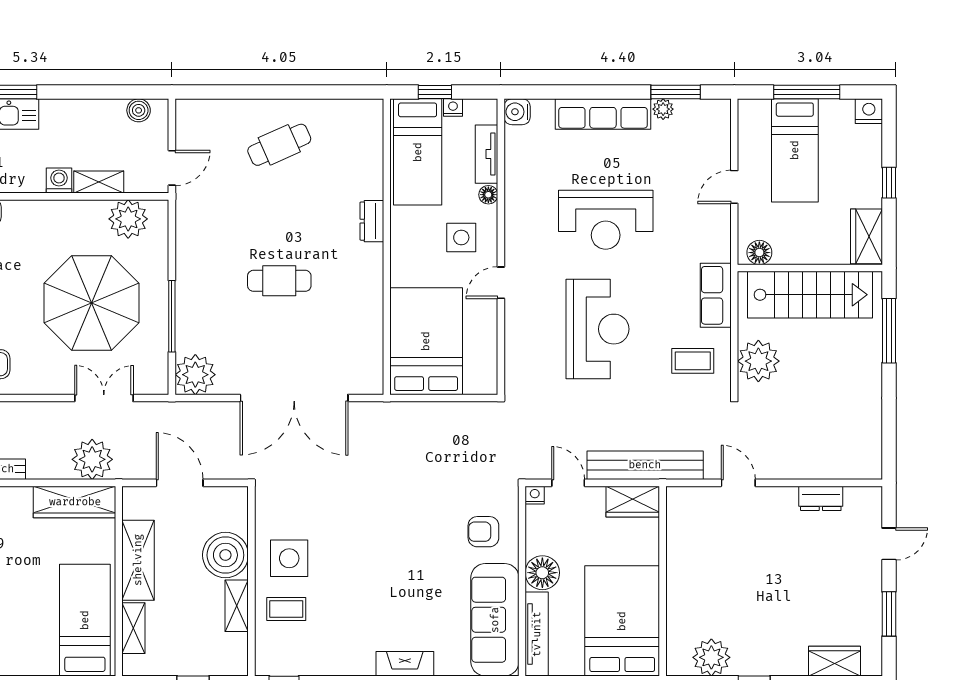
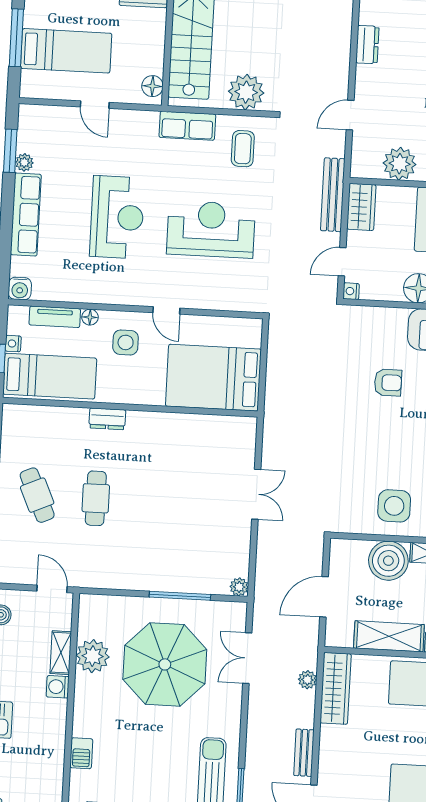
plant: (128, 219) -> (93, 656), moved
cafe table: (279, 281) -> (96, 498), moved
plant: (195, 375) -> (239, 587), width x0.53, depth x0.53
double door: (294, 398) -> (256, 494), width x0.54
plant: (92, 459) -> (307, 680), width x0.53, depth x0.53
bench: (645, 465) -> (333, 195), width x0.73, depth x0.82
armchair: (483, 532) -> (388, 383), moved, turned -90
plant: (685, 543) -> (400, 164), added

